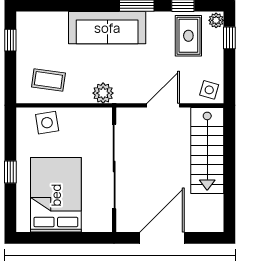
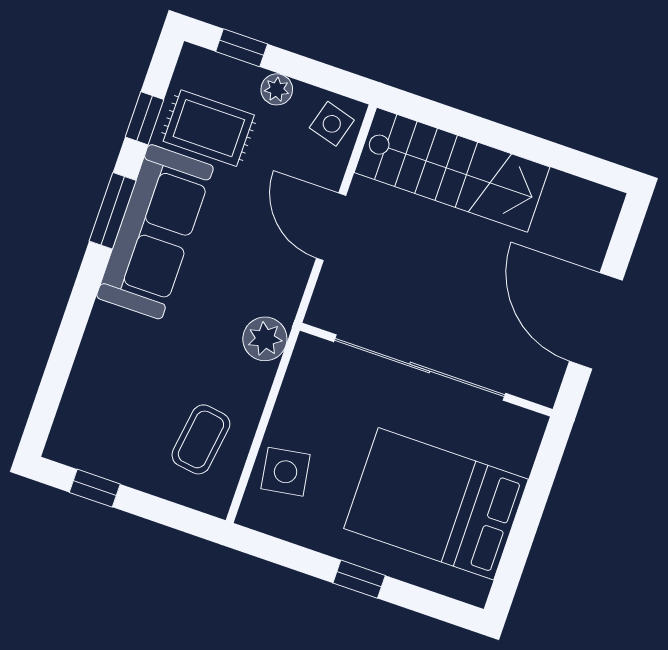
plant: (216, 20) -> (277, 89), moved
sofa: (107, 28) -> (155, 232), moved

